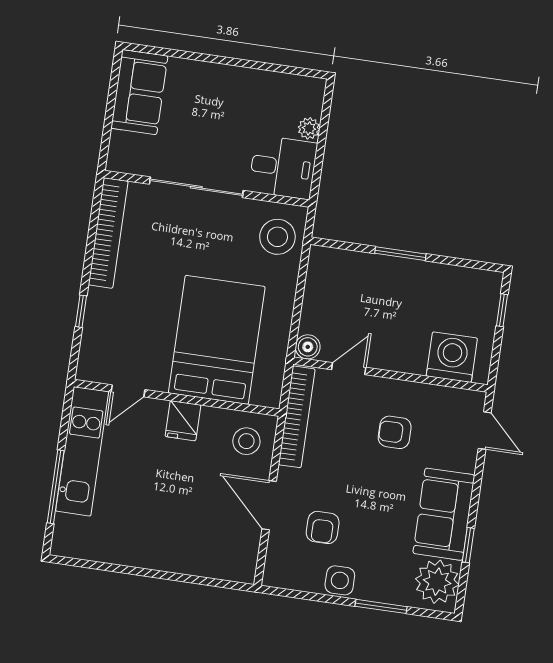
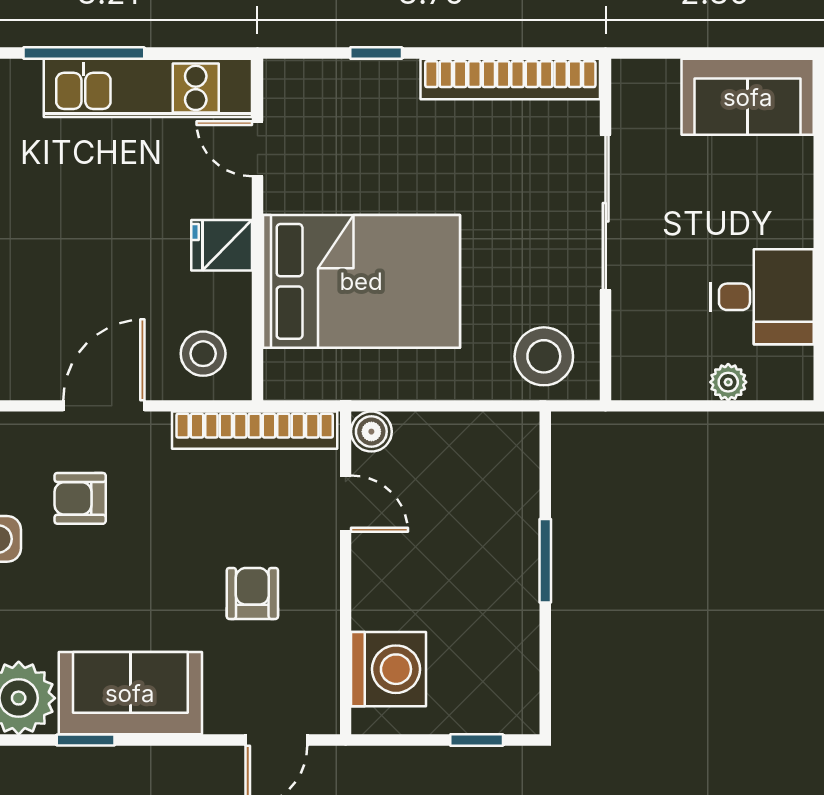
desk: (283, 167) -> (762, 297), moved, turned -90

